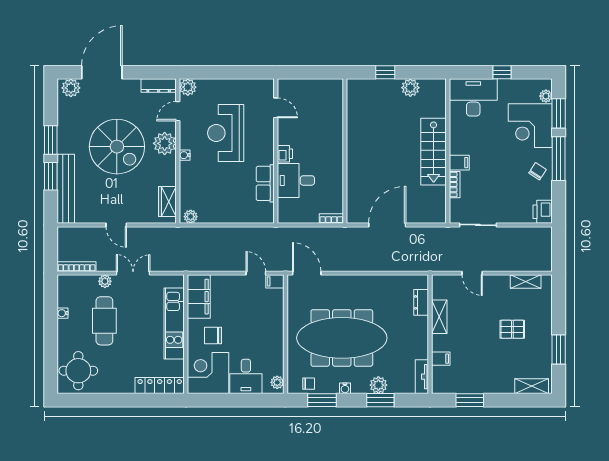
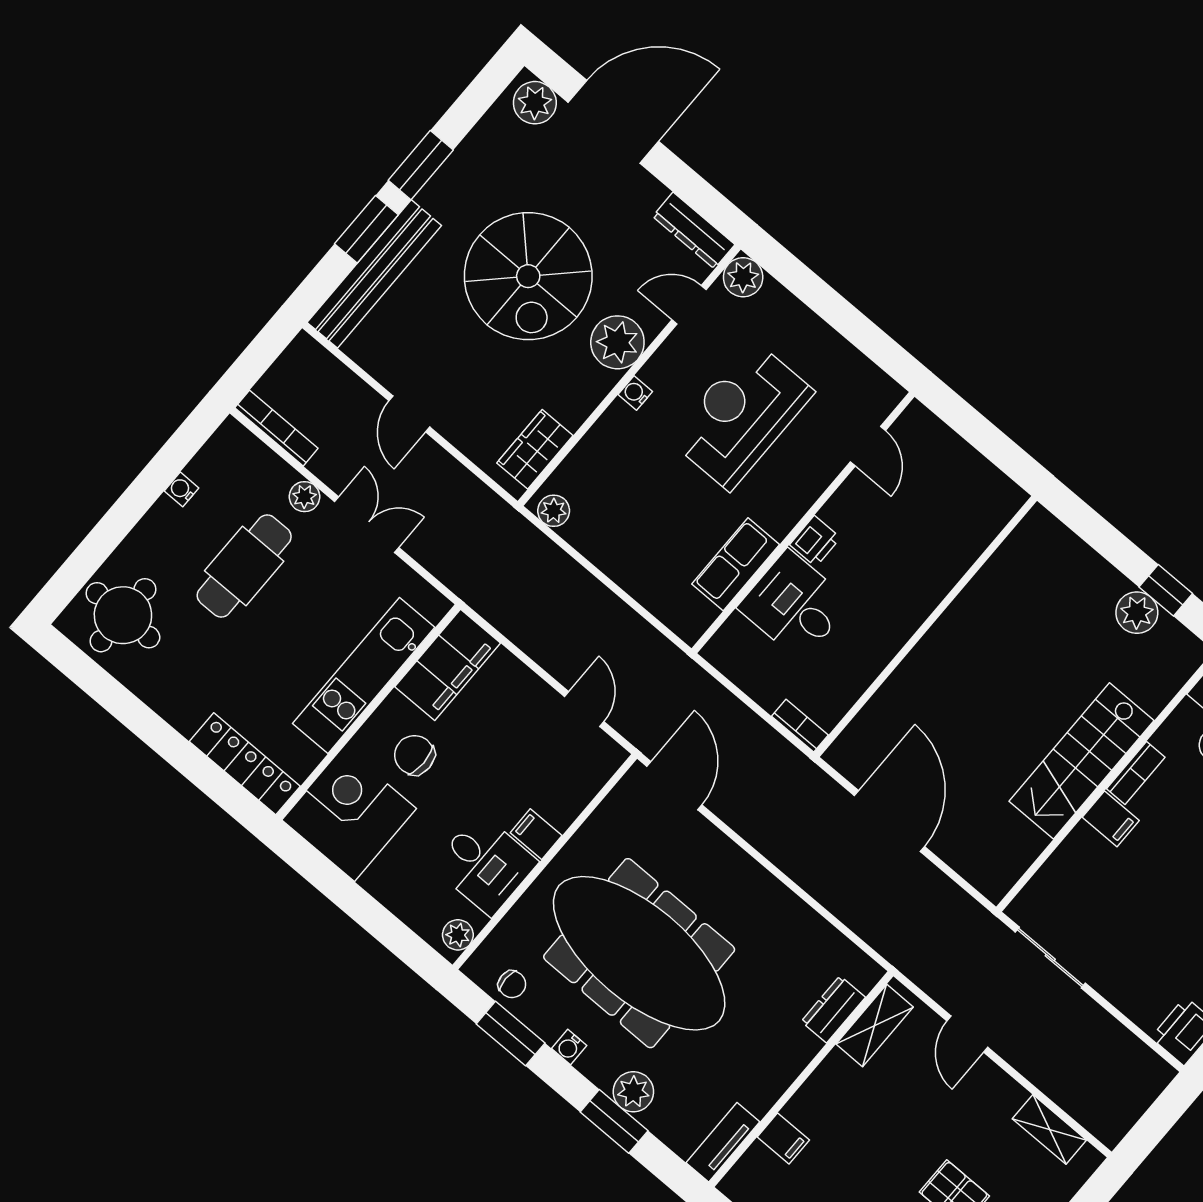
window: (385, 72) -> (1166, 590), moved
bookcase: (455, 185) -> (1136, 773), moved
door: (387, 225) -> (889, 821), hinge flipped
filing cabinet: (275, 281) -> (536, 834), moved
shelving: (439, 317) -> (875, 1025), moved
desk: (246, 376) -> (485, 864), moved, turned -90

